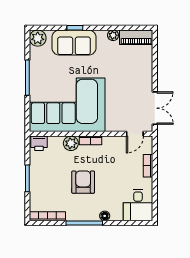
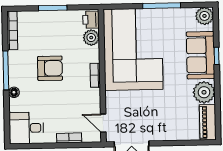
plant: (113, 35) -> (204, 92), width x1.88, depth x1.88
plant: (71, 143) -> (91, 38), moved

